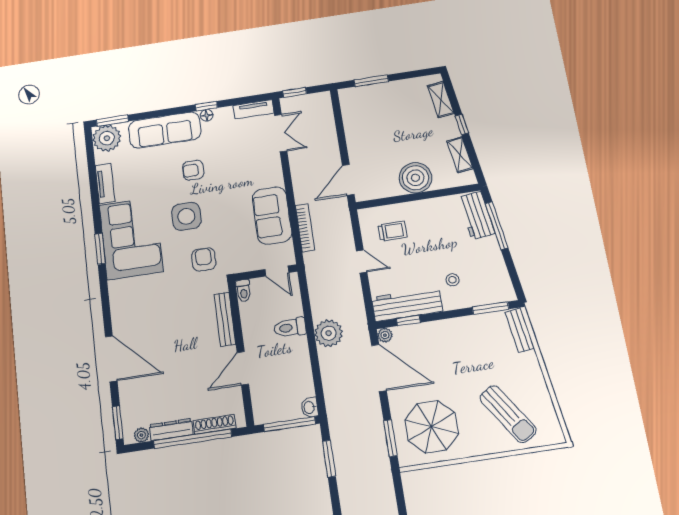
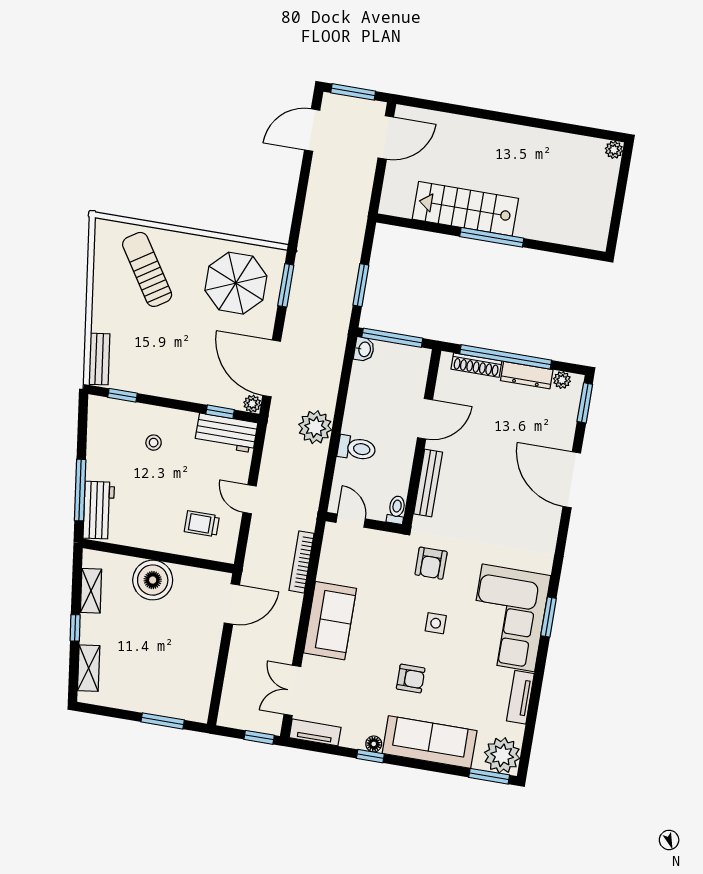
side table: (186, 216) -> (436, 623), width x0.54, depth x0.54
sofa: (272, 216) -> (330, 621), moved
workbench: (407, 304) -> (226, 433), width x0.73
window: (491, 308) -> (123, 395), width x0.67

